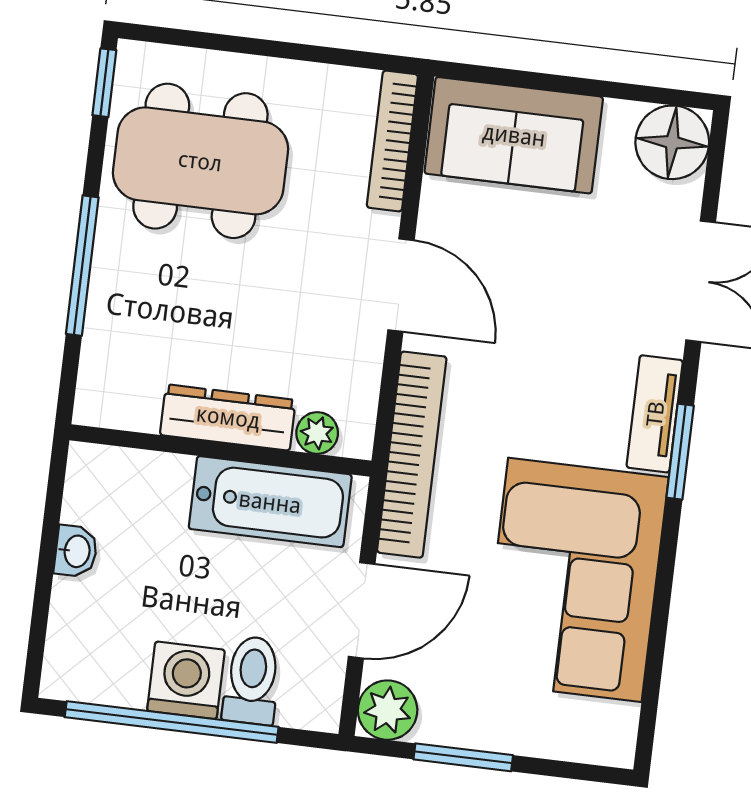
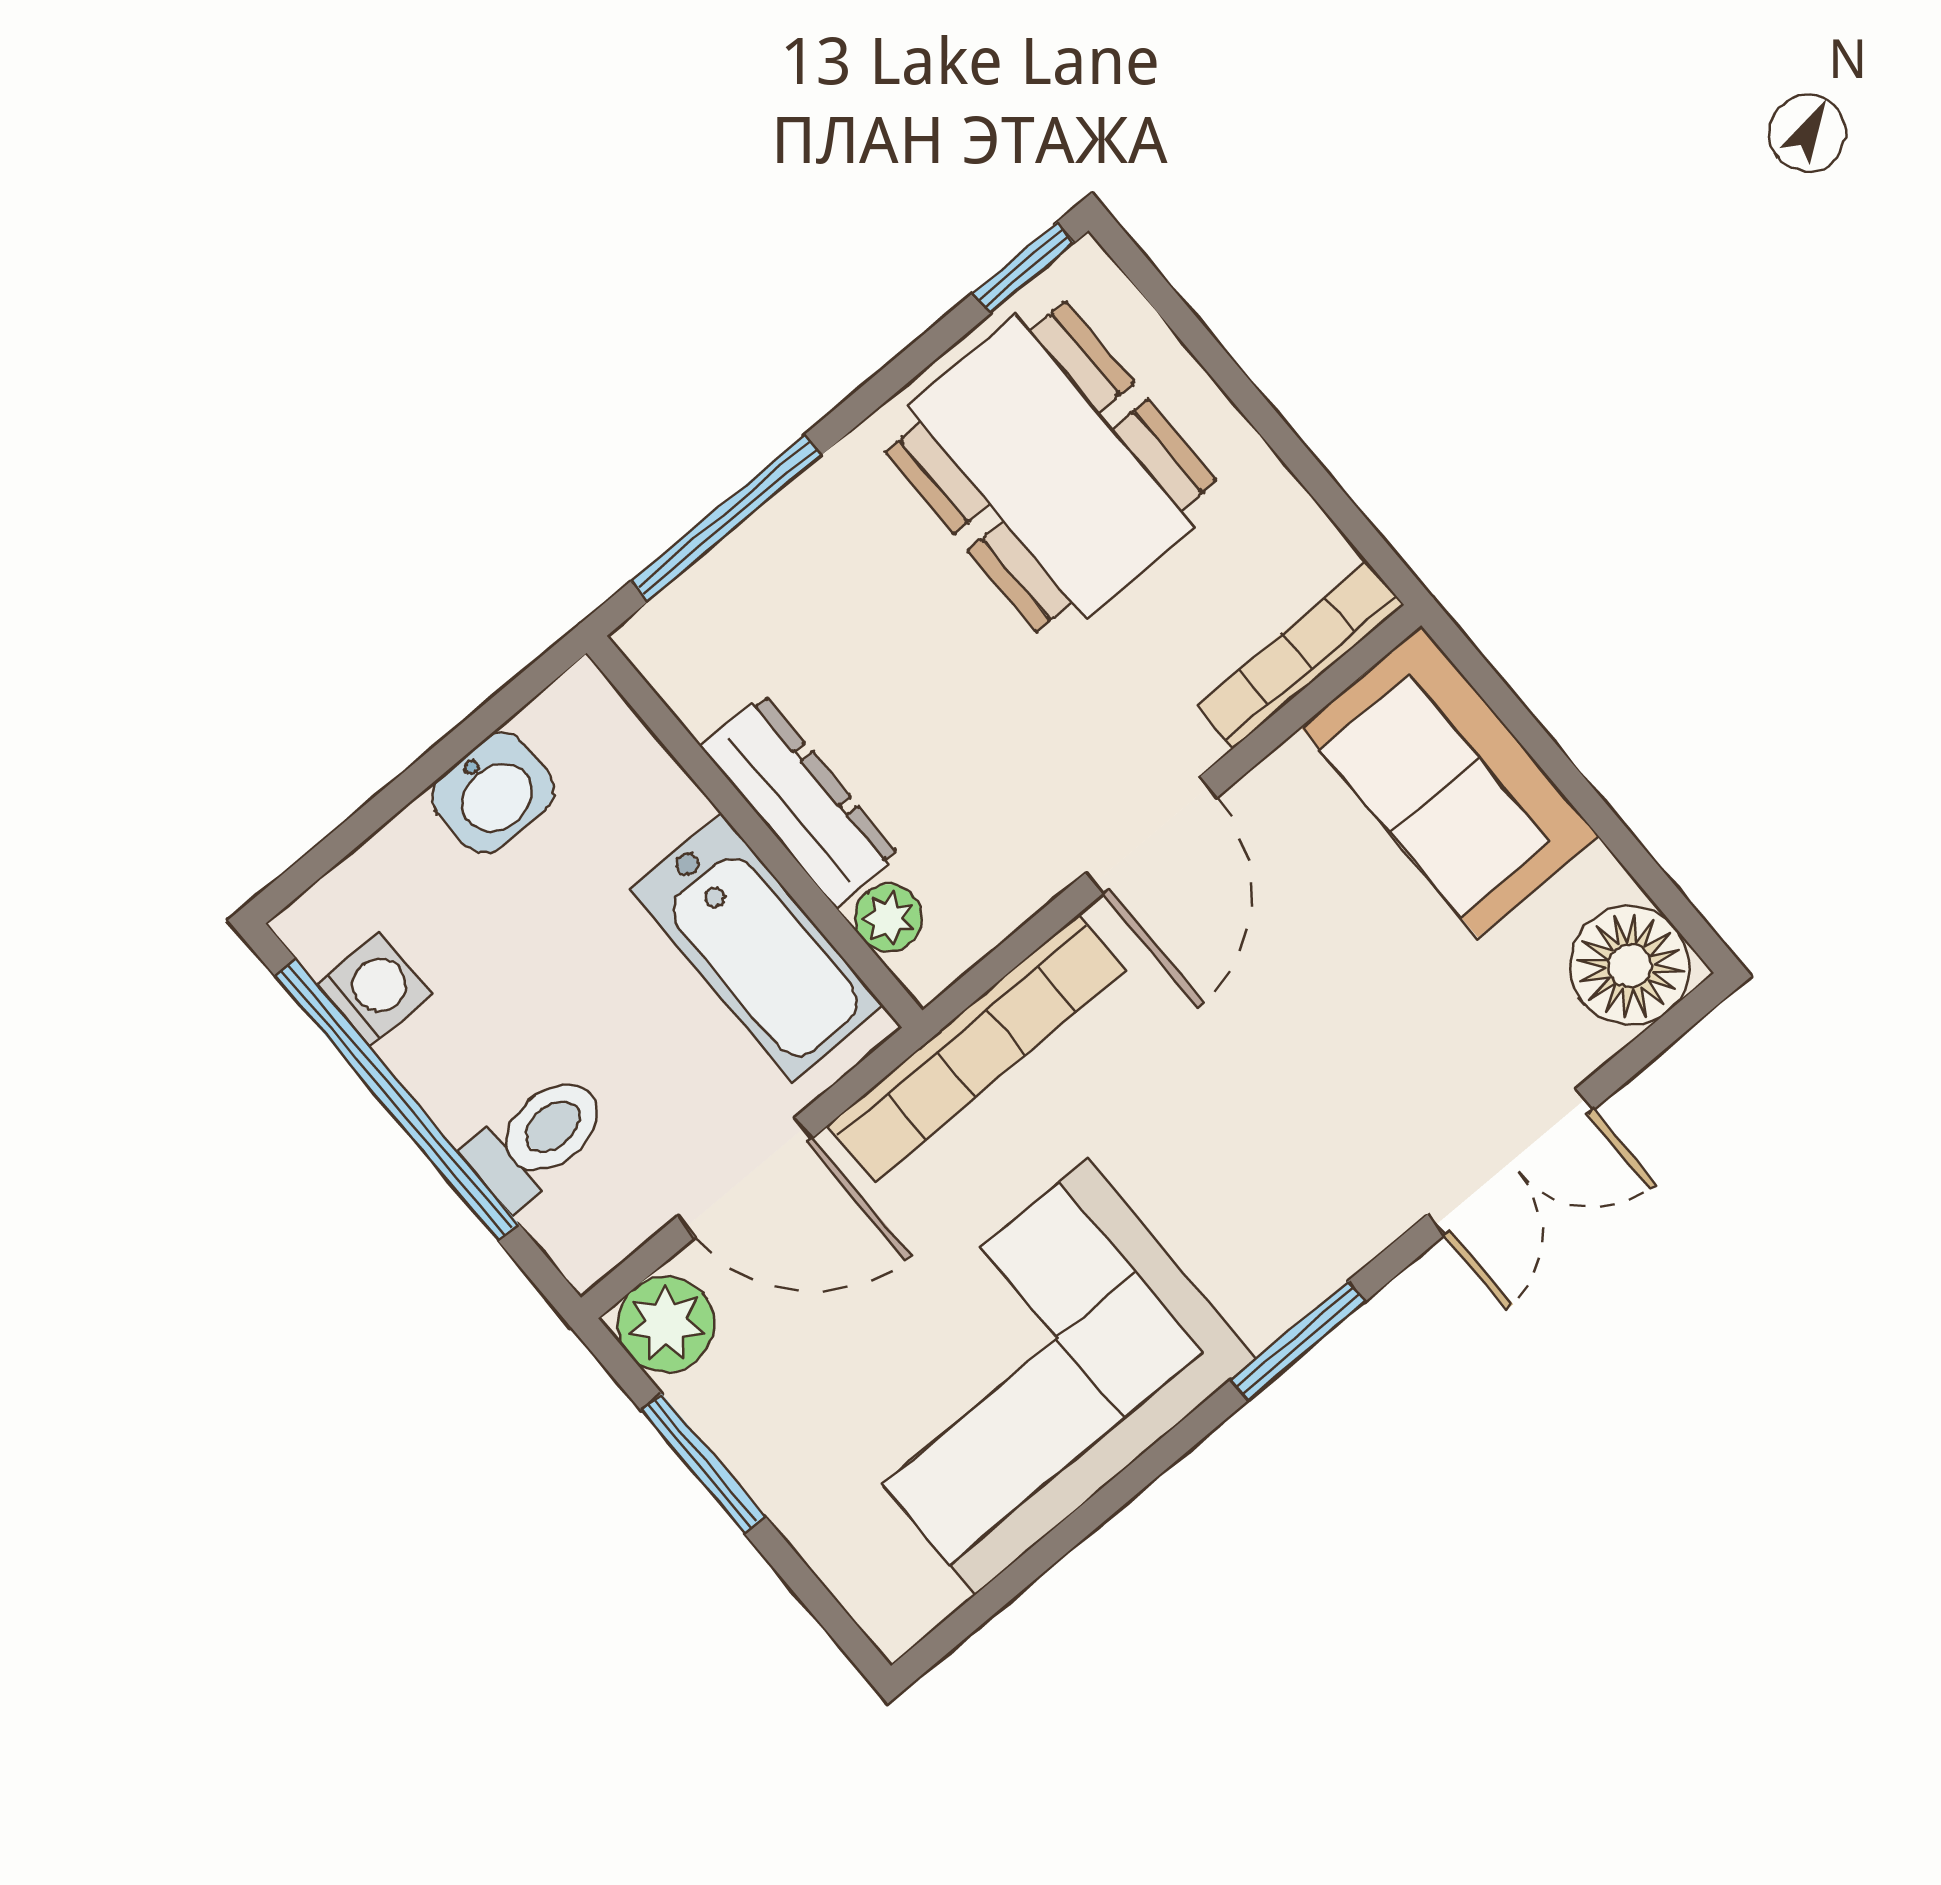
window: (82, 266) -> (726, 518), moved
tv unit: (655, 414) -> (1309, 1268), removed
washbasin: (76, 551) -> (493, 793), width x1.38, depth x1.45
washing machine: (186, 680) -> (375, 989), moved, width x0.73, depth x0.73

